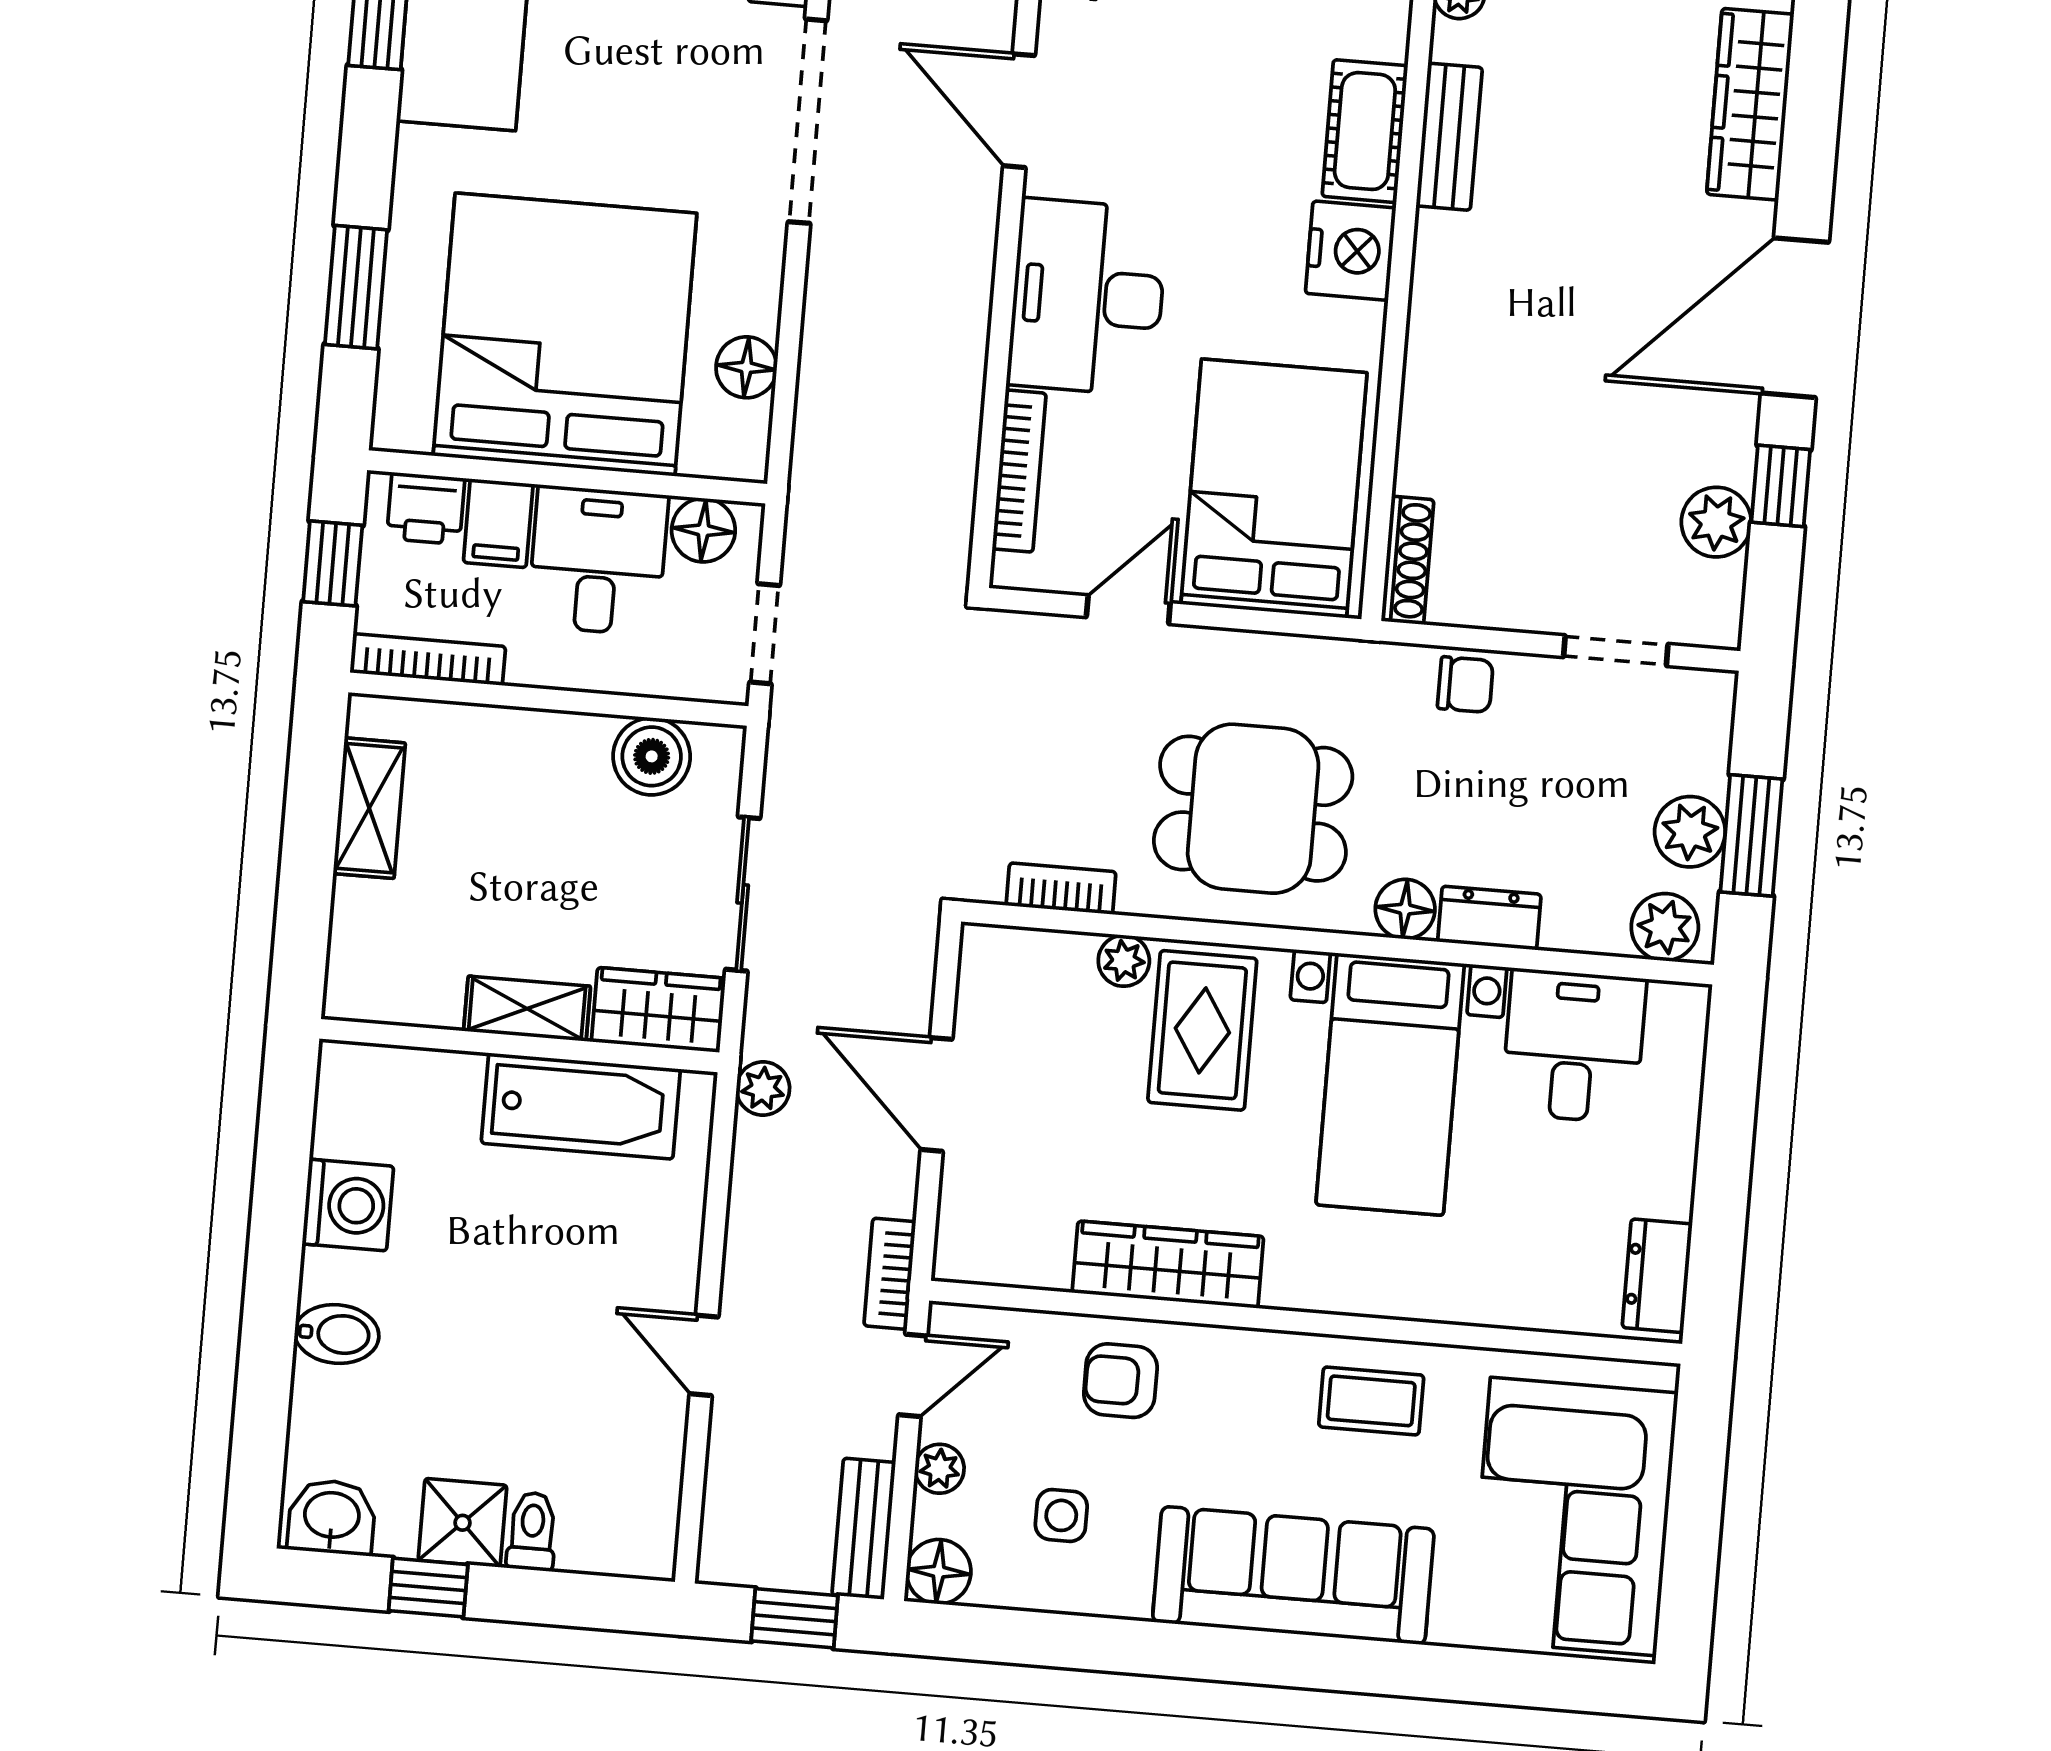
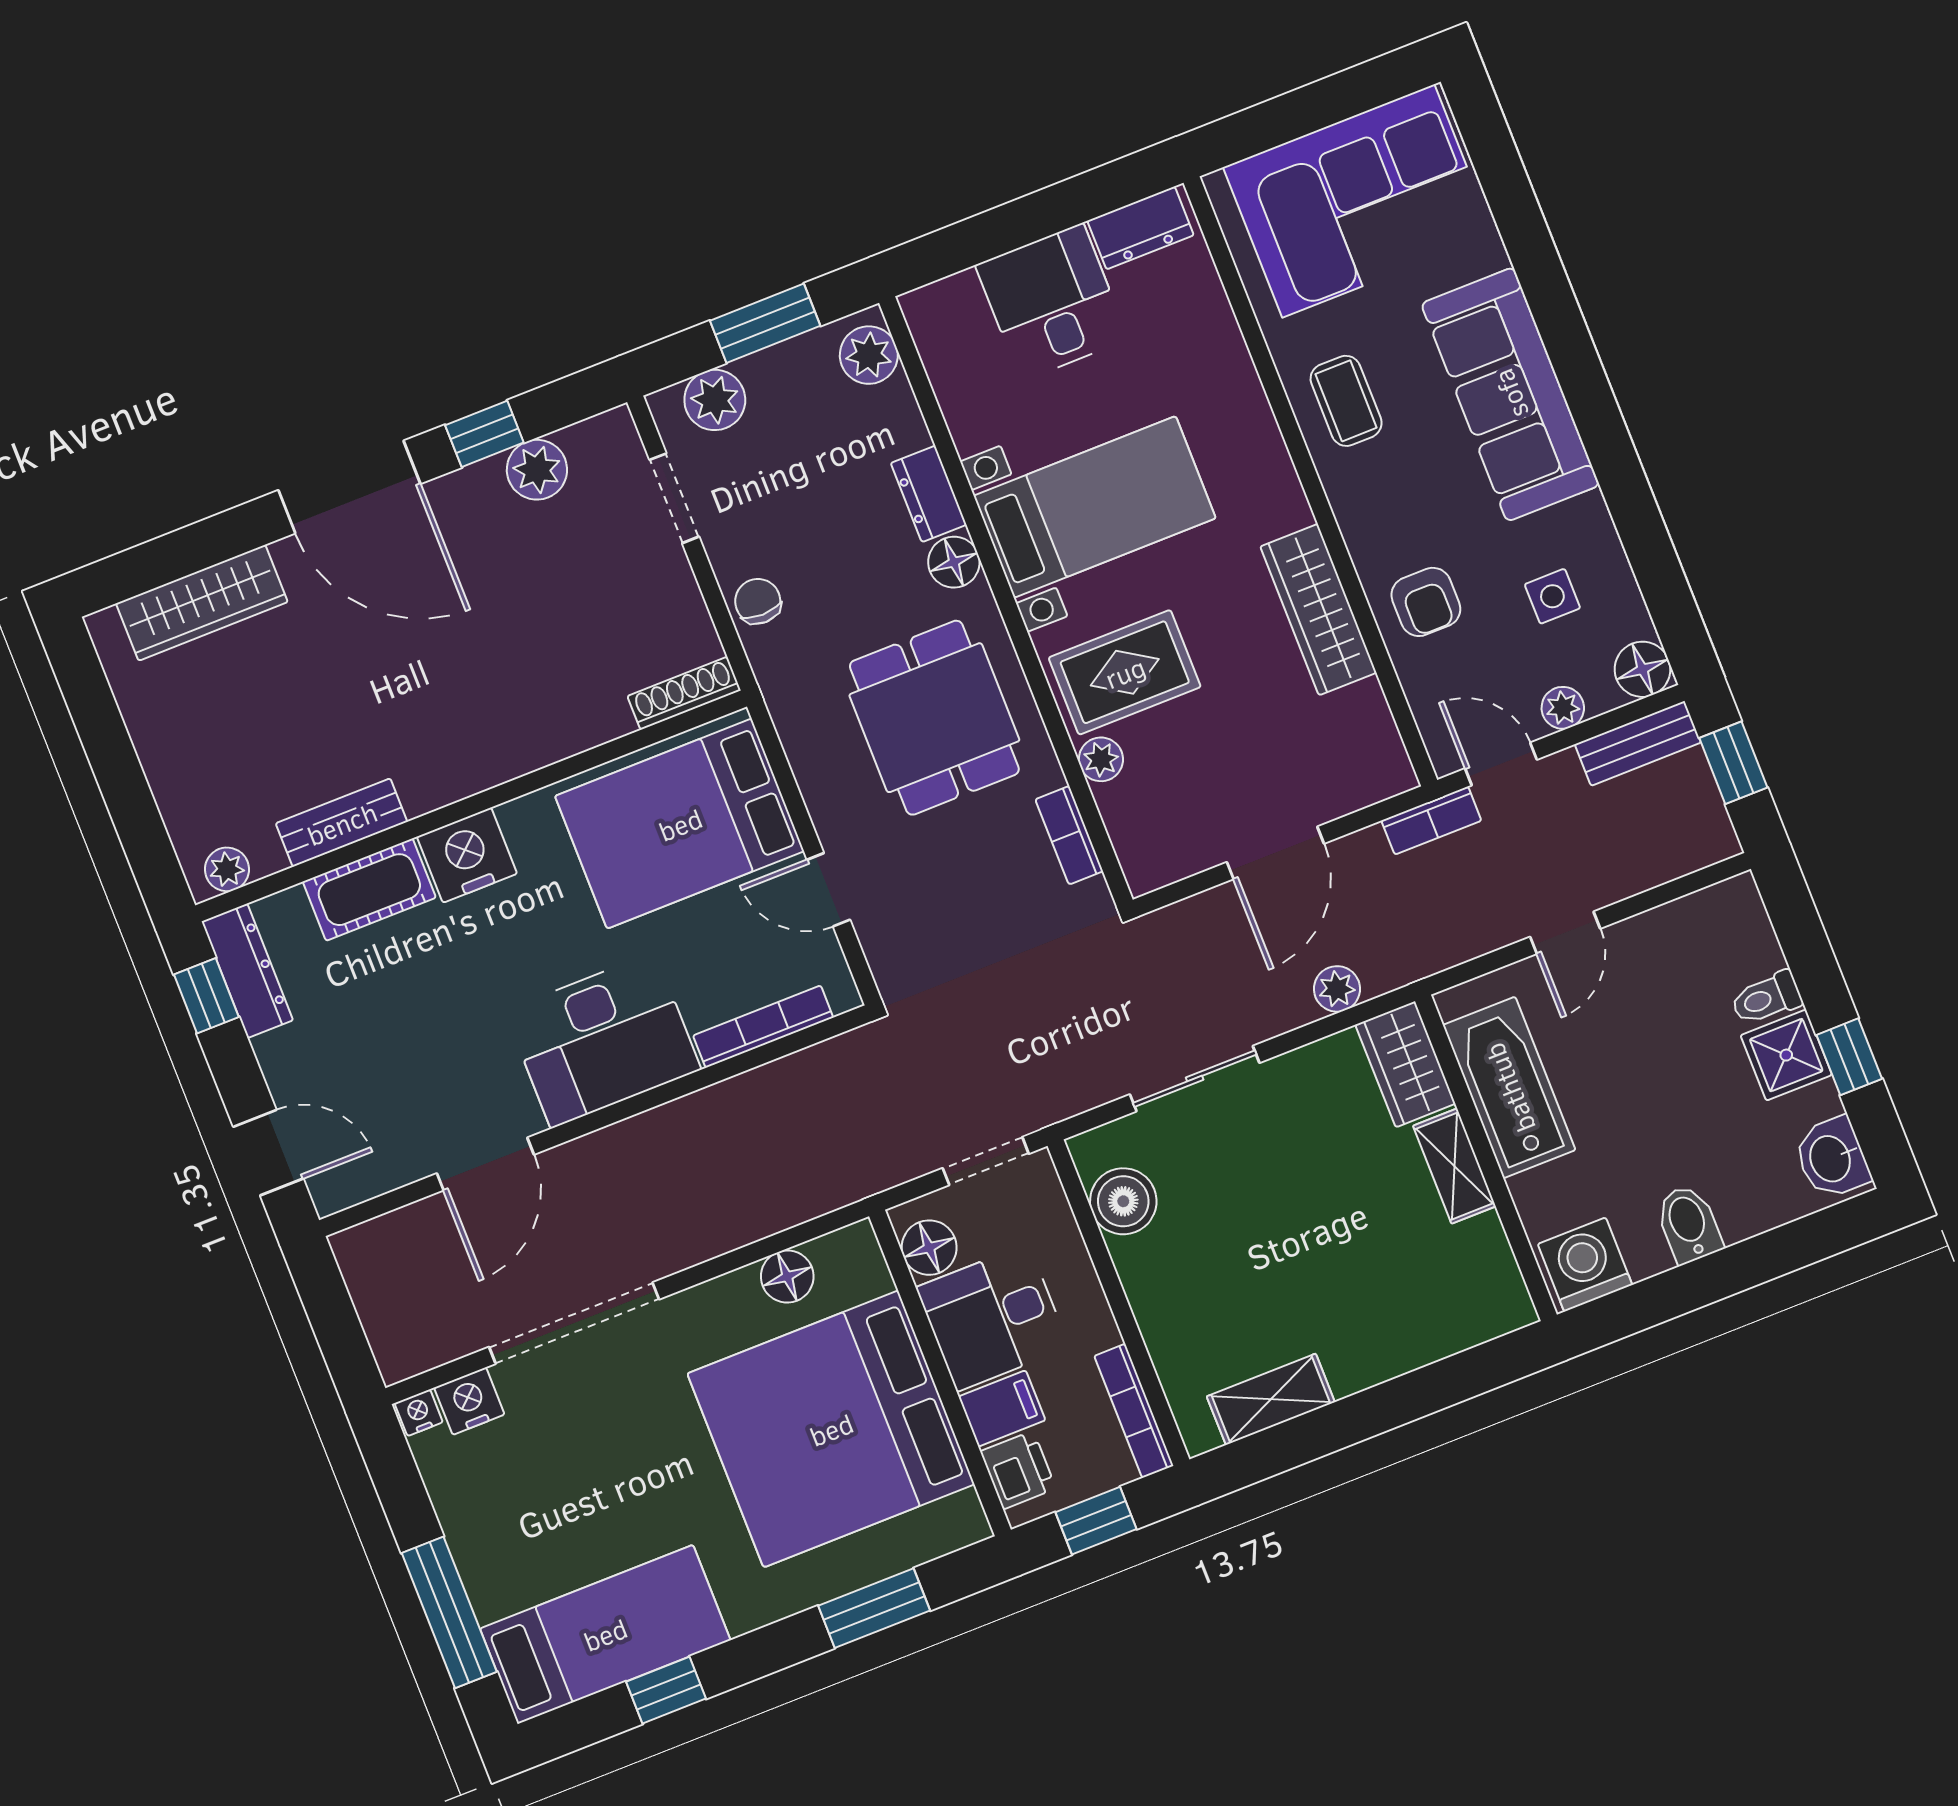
plant: (1690, 832) -> (715, 400), moved
shelving: (527, 1009) -> (1454, 1166), moved
wardrobe: (658, 1010) -> (1405, 1064), moved
wall: (519, 1046) -> (1486, 1158), moved
desk: (1574, 1046) -> (1052, 302), moved, turned 90
bathtub: (581, 1106) -> (1509, 1088), moved

